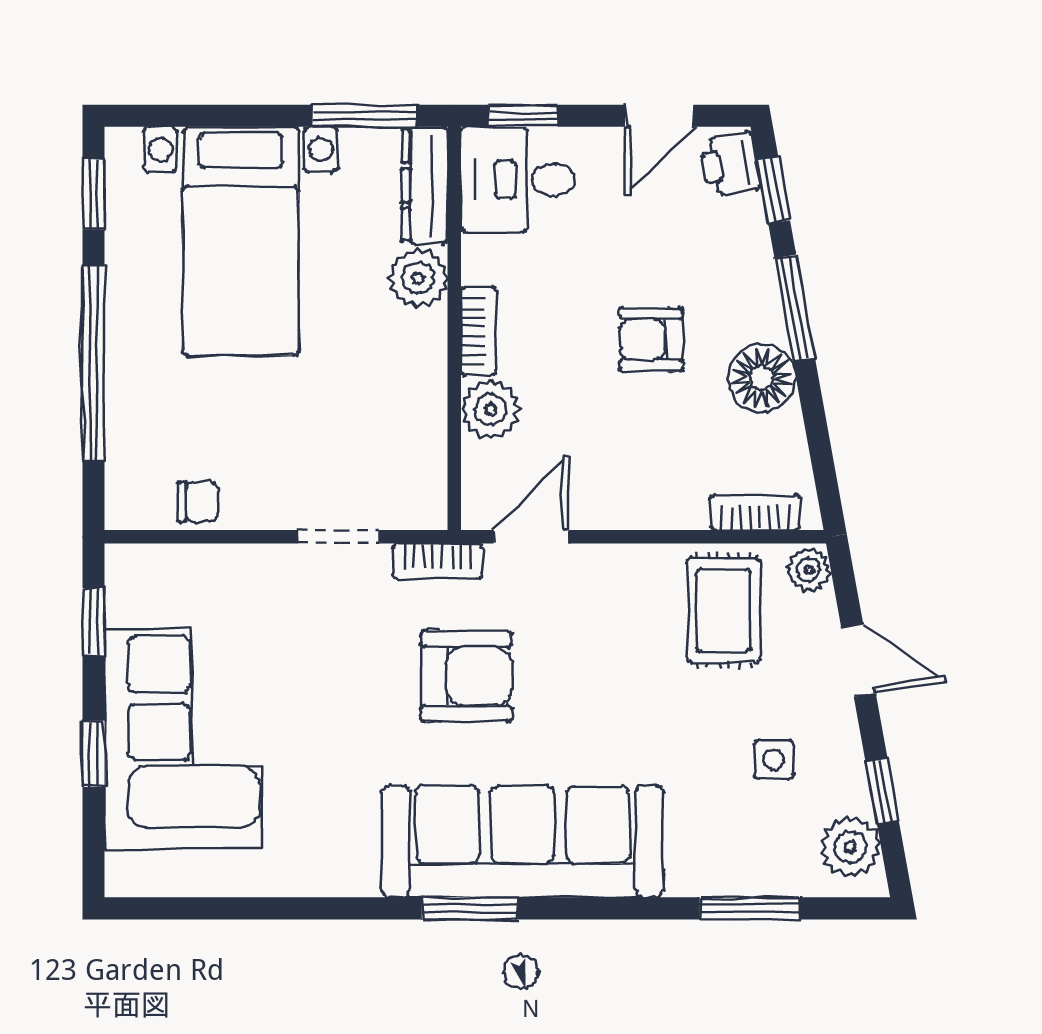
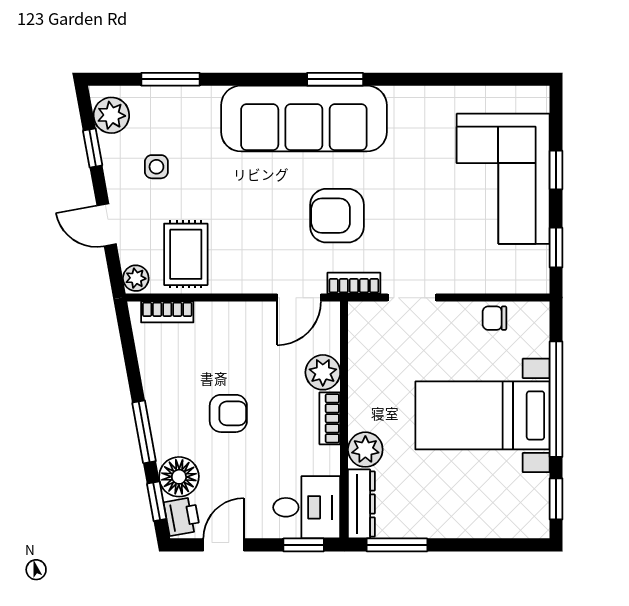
bed with nightstands: (241, 241) -> (482, 415), moved, turned -90
floor lamp: (762, 378) -> (179, 477), moved

